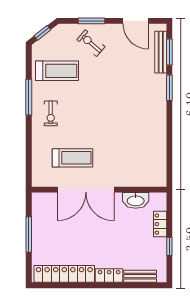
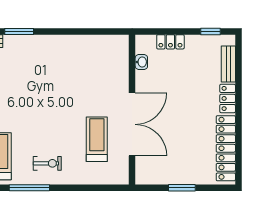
washbasin: (136, 200) -> (141, 62), width x0.52, depth x0.69
window: (29, 234) -> (182, 188), width x0.69
window: (169, 246) -> (211, 31), moved

